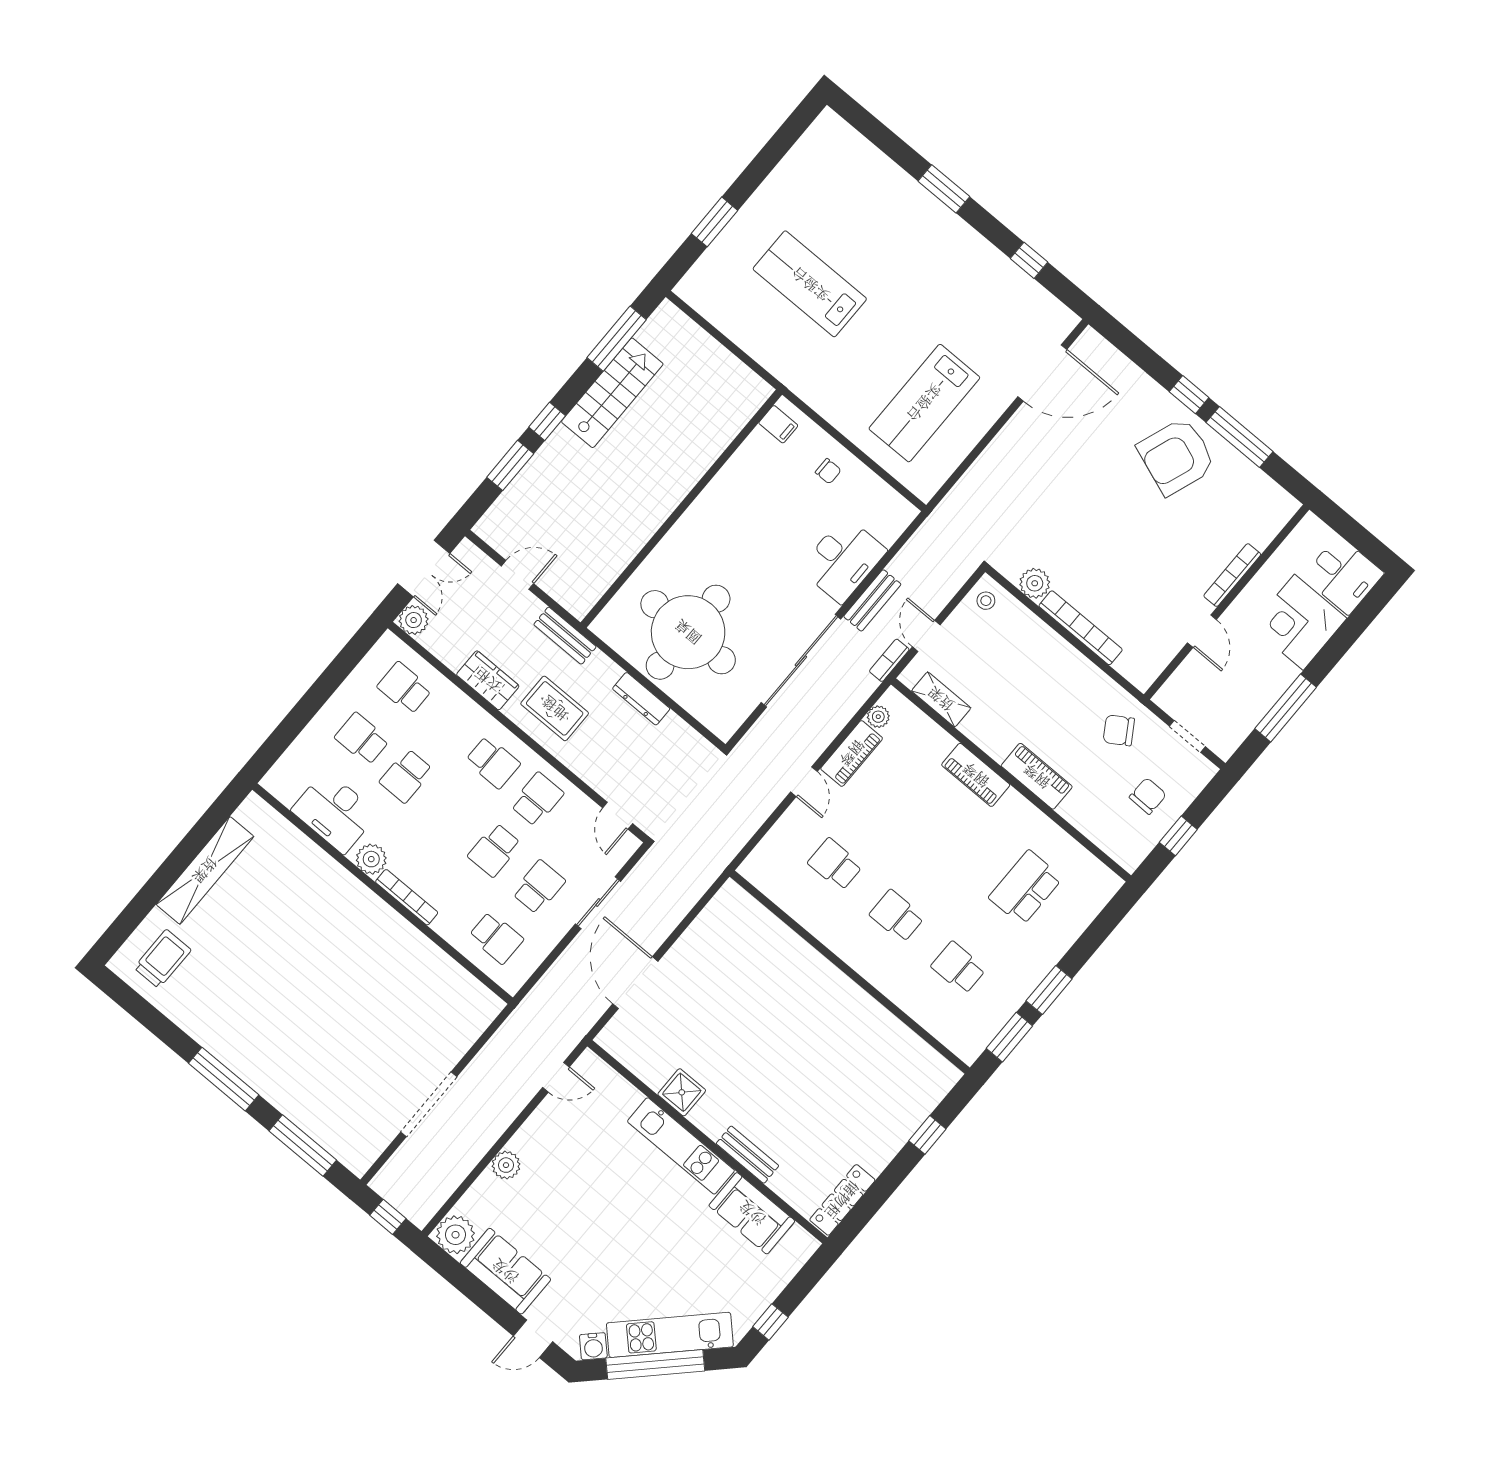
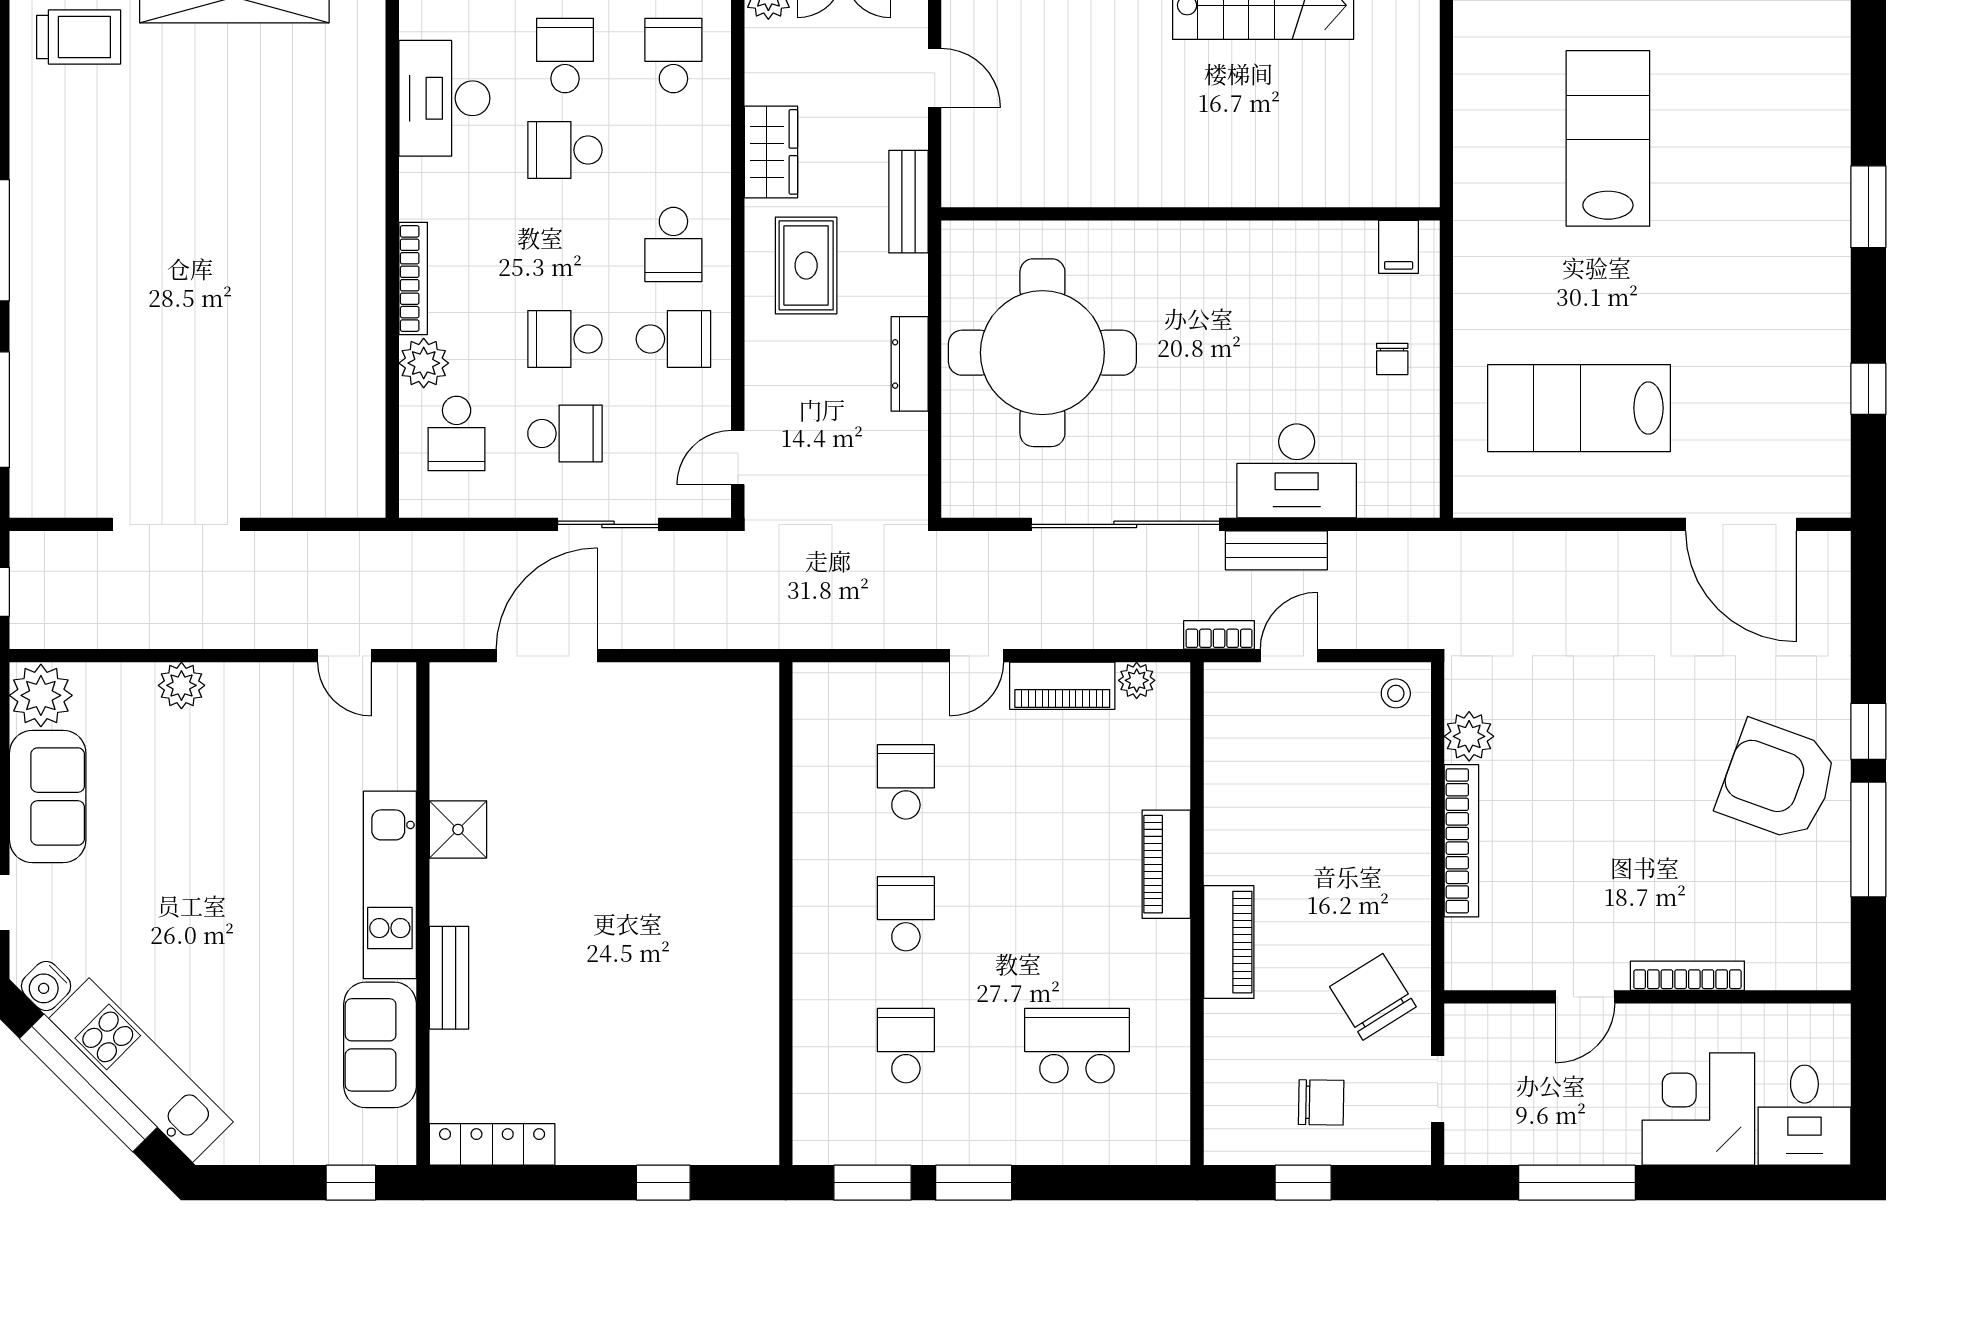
shelving: (941, 699) -> (1225, 741), removed
chair: (1119, 730) -> (1373, 997), width x1.37, depth x1.37
plant: (371, 859) -> (424, 363), moved
window: (770, 1322) -> (351, 1183), moved

